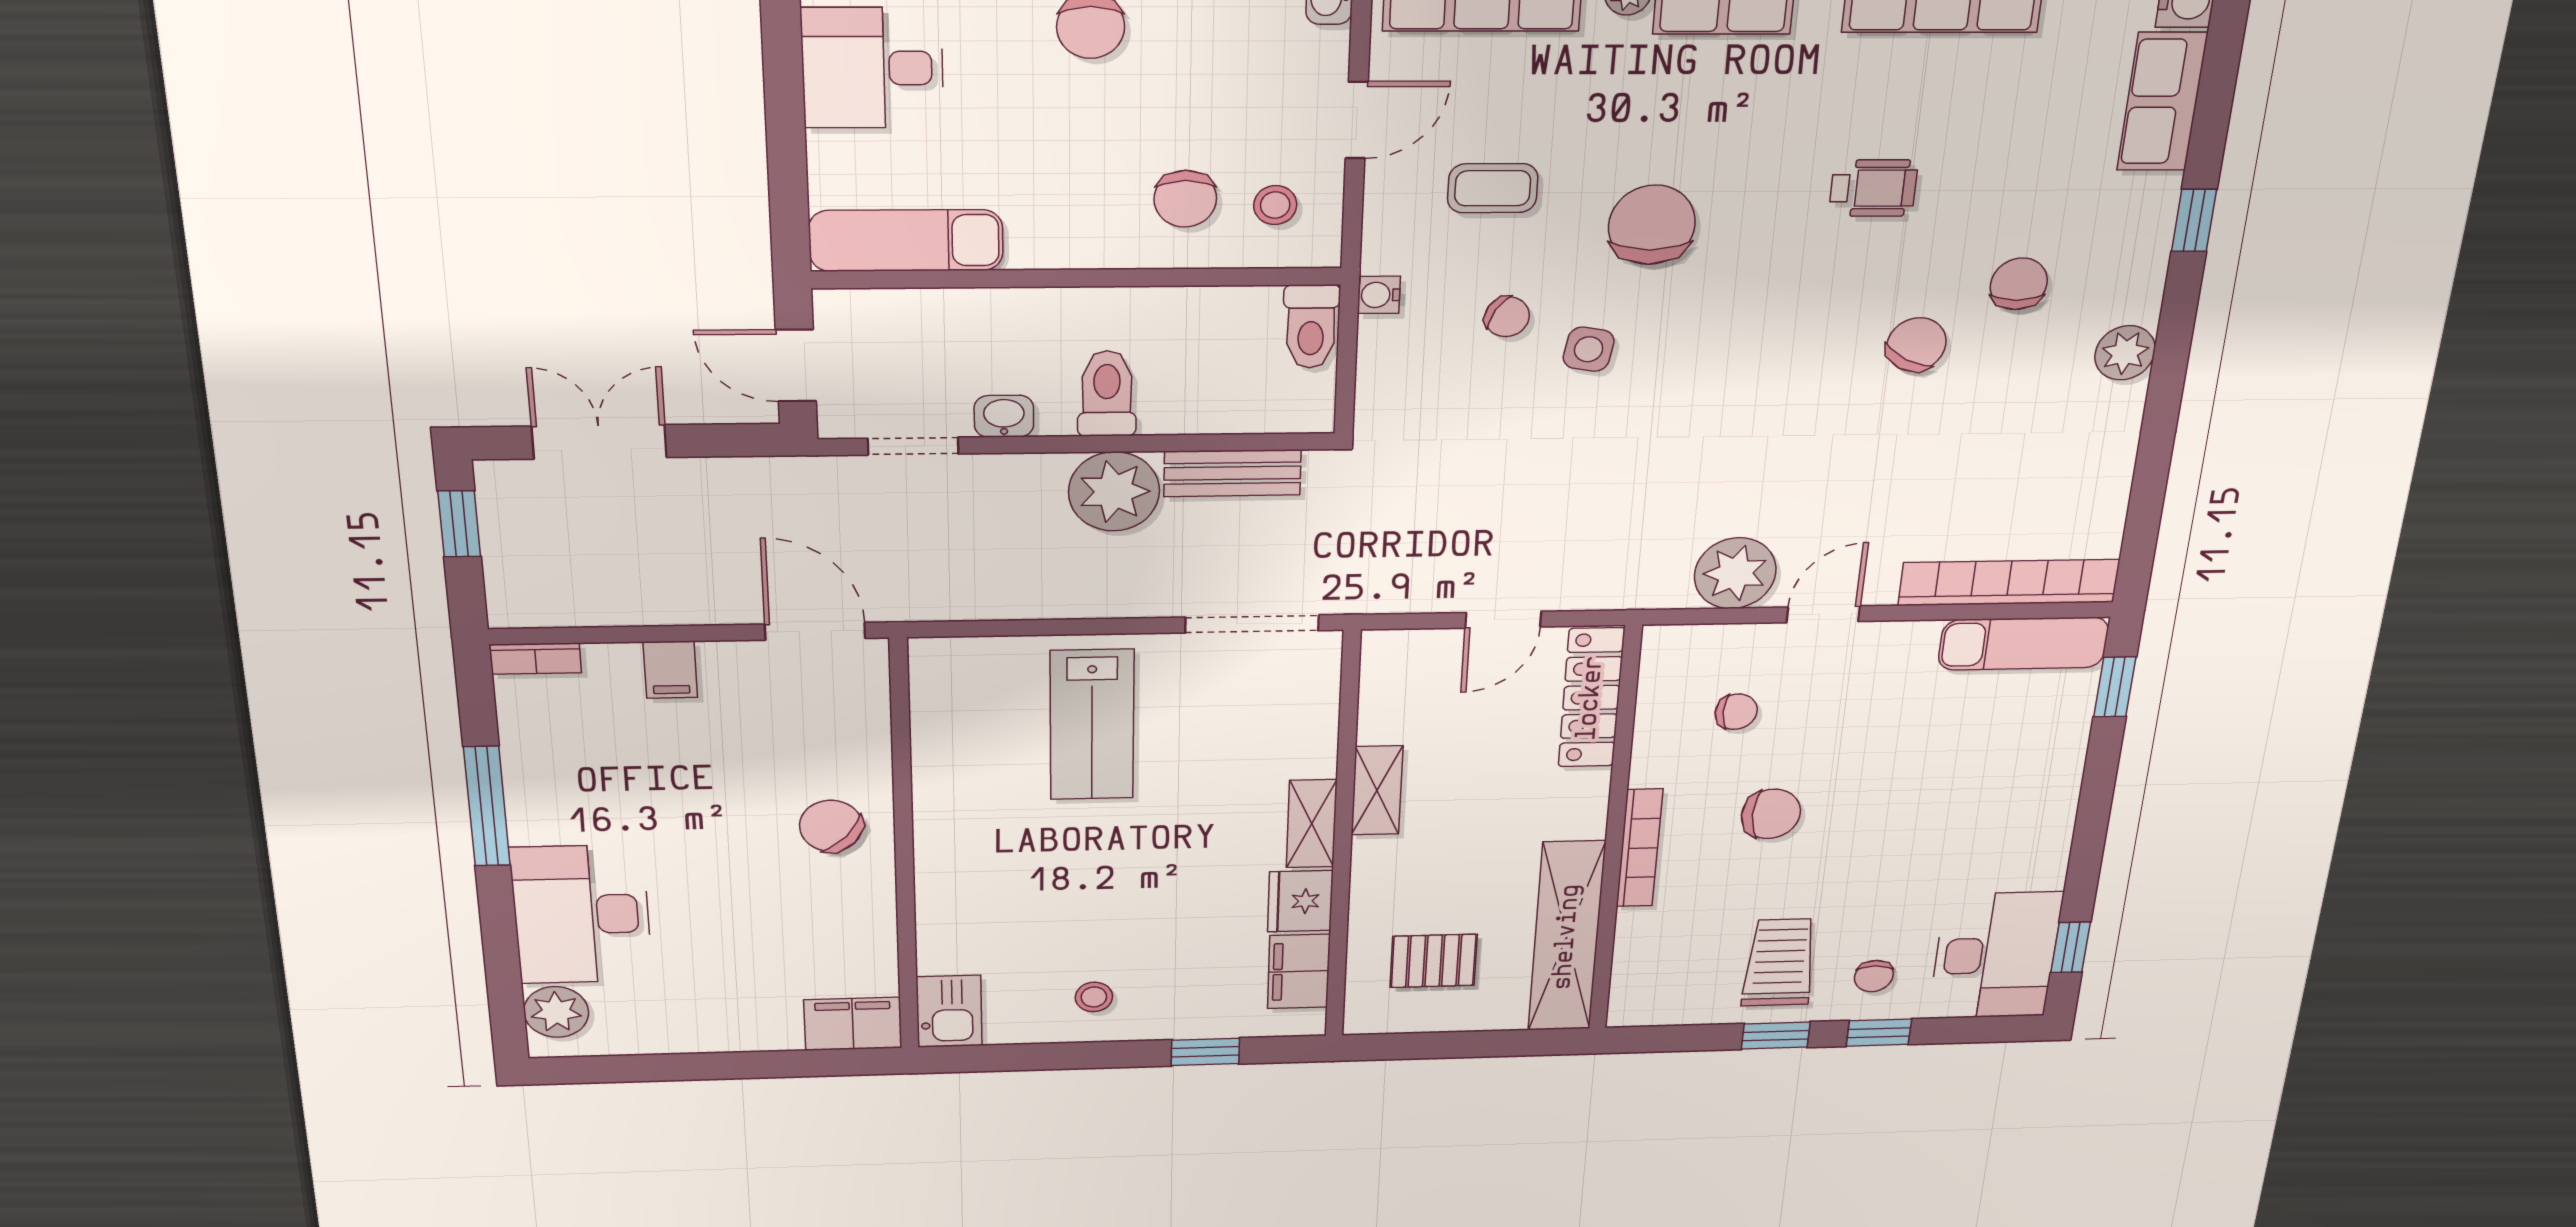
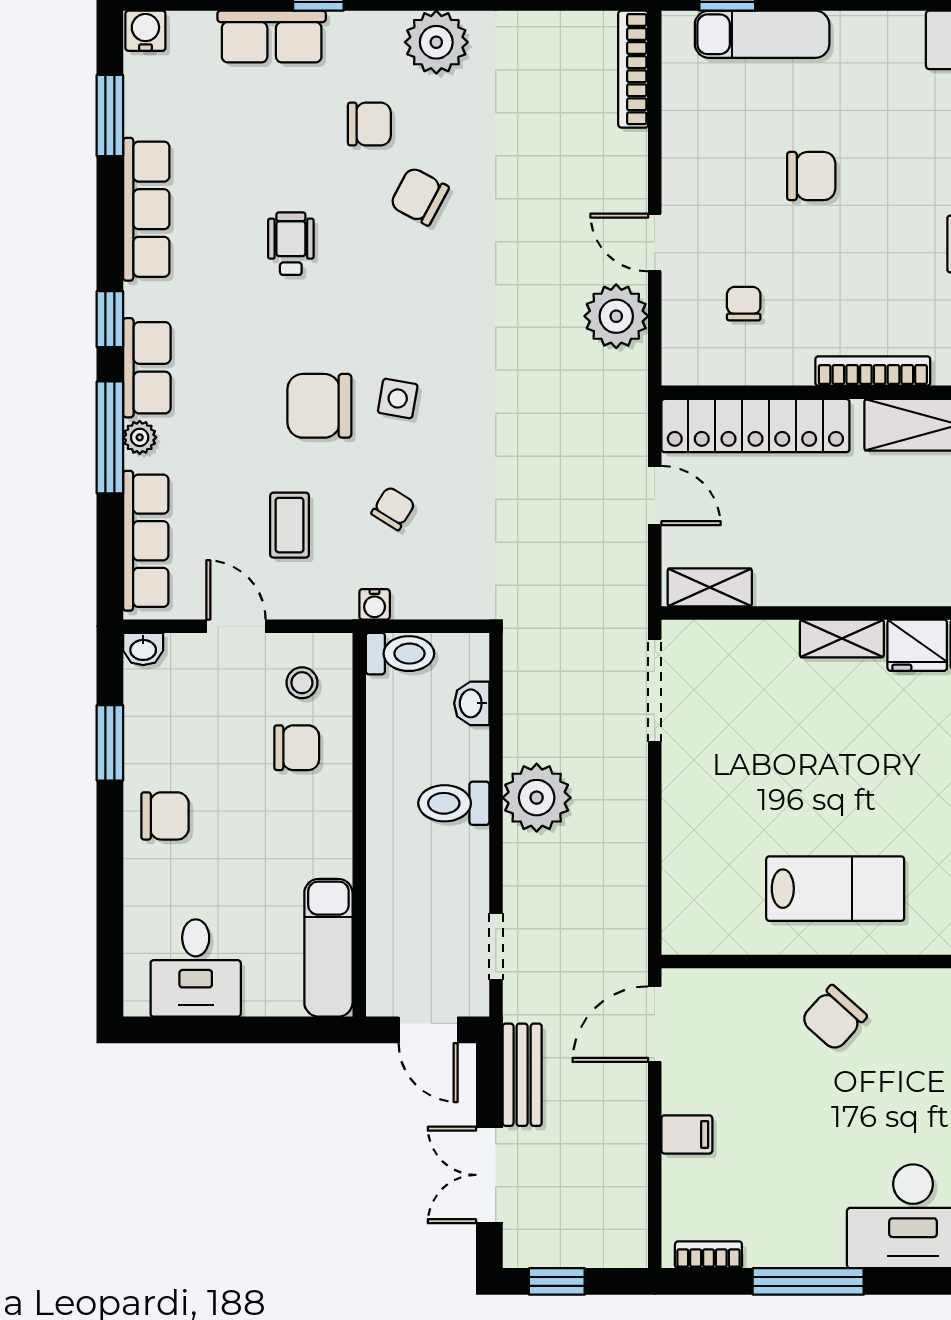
row of seats: (2162, 102) -> (272, 37), moved
chair: (2019, 284) -> (369, 124), turned 180
side table: (1589, 349) -> (398, 398), moved
plant: (2125, 353) -> (436, 42), width x1.36, depth x1.36
door: (796, 365) -> (428, 1030), hinge flipped
washbasin: (1004, 416) -> (472, 703), moved
bench: (1232, 473) -> (522, 1075), moved
bookcase: (2009, 583) -> (633, 69), width x0.68, depth x0.76
exam couch: (2023, 644) -> (762, 34), moved, turned 90
bookcase: (535, 659) -> (708, 1255), moved, turned -90
locker: (1591, 698) -> (755, 426), width x1.41, depth x1.21
lab bench: (1092, 725) -> (835, 889), moved
shelving: (1377, 790) -> (710, 587), moved
chair: (1771, 814) -> (811, 176), moved, turned 90

